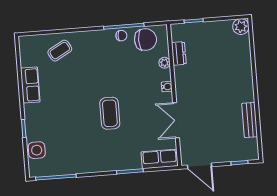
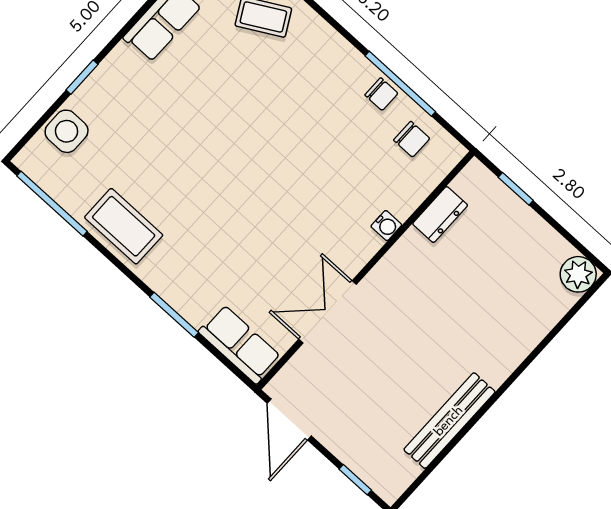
chair: (145, 40) -> (412, 139), width x0.54, depth x0.54
plant: (165, 63) -> (403, 205), removed
water cooler: (167, 87) -> (386, 226), moved
coffee table: (110, 113) -> (124, 226), moved, turned 90
bench: (250, 120) -> (449, 421), width x1.36

